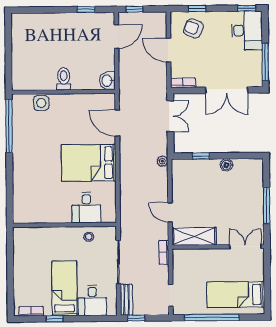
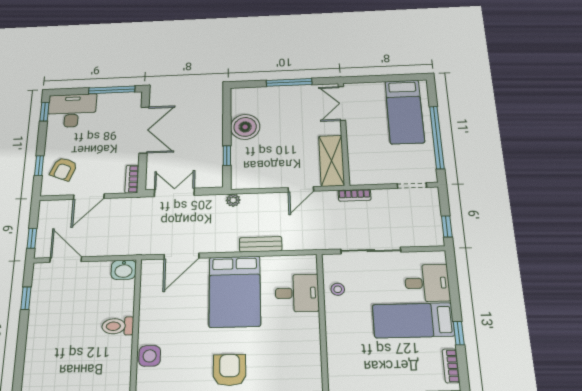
armchair: (30, 160) -> (230, 370), added
boiler: (226, 165) -> (245, 127), width x1.86, depth x1.86
bench: (126, 300) -> (261, 244), moved

